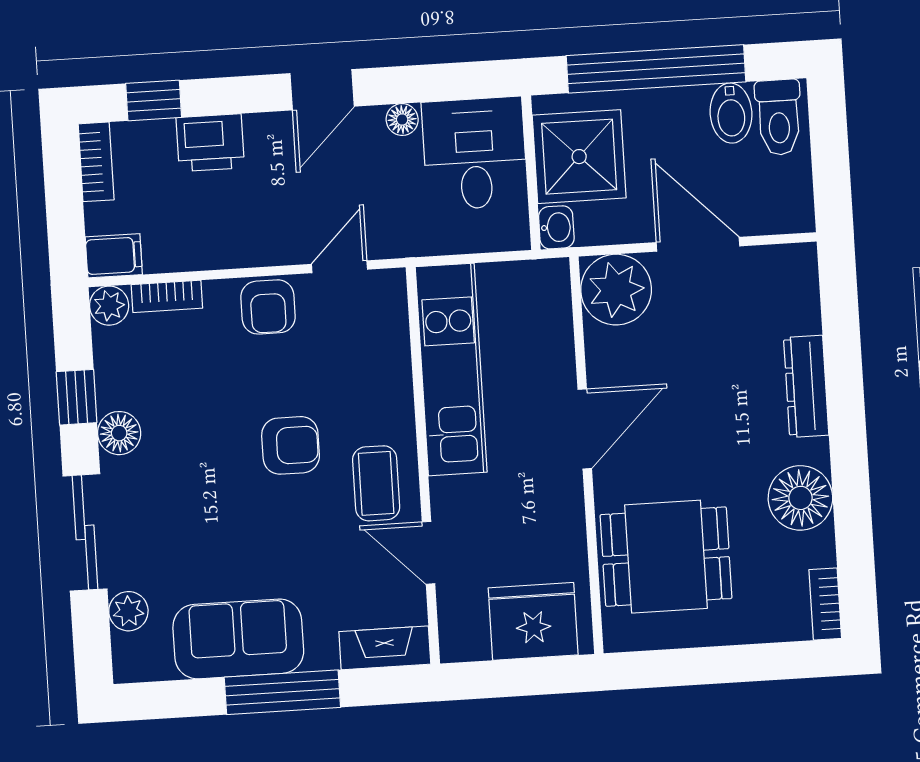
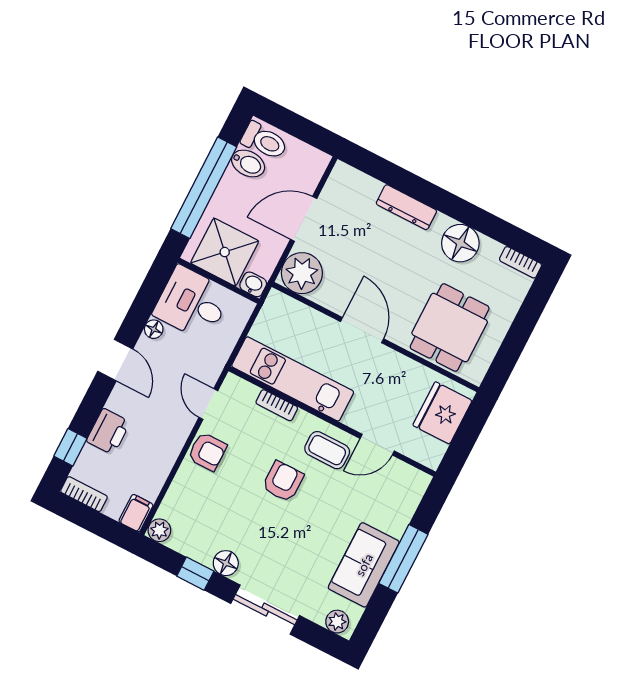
bookcase: (167, 296) -> (277, 405), moved, turned 90
plant: (128, 611) -> (337, 622), moved
fireplace: (385, 648) -> (412, 495), removed

